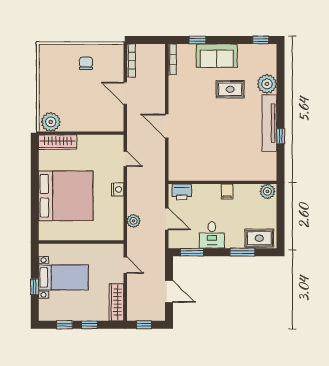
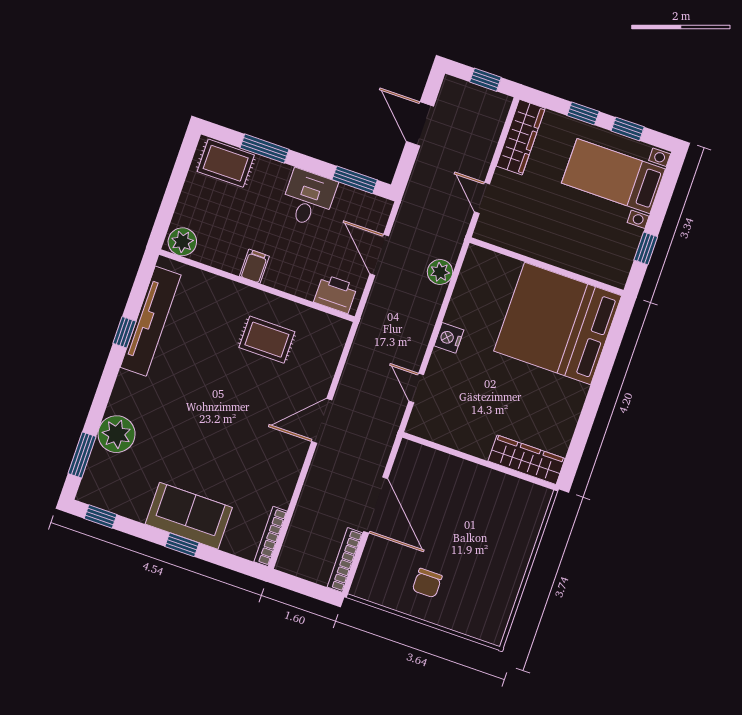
window: (197, 40) -> (182, 545), moved
window: (281, 67) -> (82, 455), added
rug: (230, 89) -> (267, 340), moved
door: (125, 93) -> (376, 505), width x1.36
plant: (51, 122) -> (527, 500), removed
tv unit: (269, 123) -> (151, 321), moved
door: (167, 126) -> (322, 421), swing flipped
bed: (66, 196) -> (558, 323), moved
bed with nightstands: (63, 277) -> (613, 176), moved
window: (35, 287) -> (646, 248), moved

